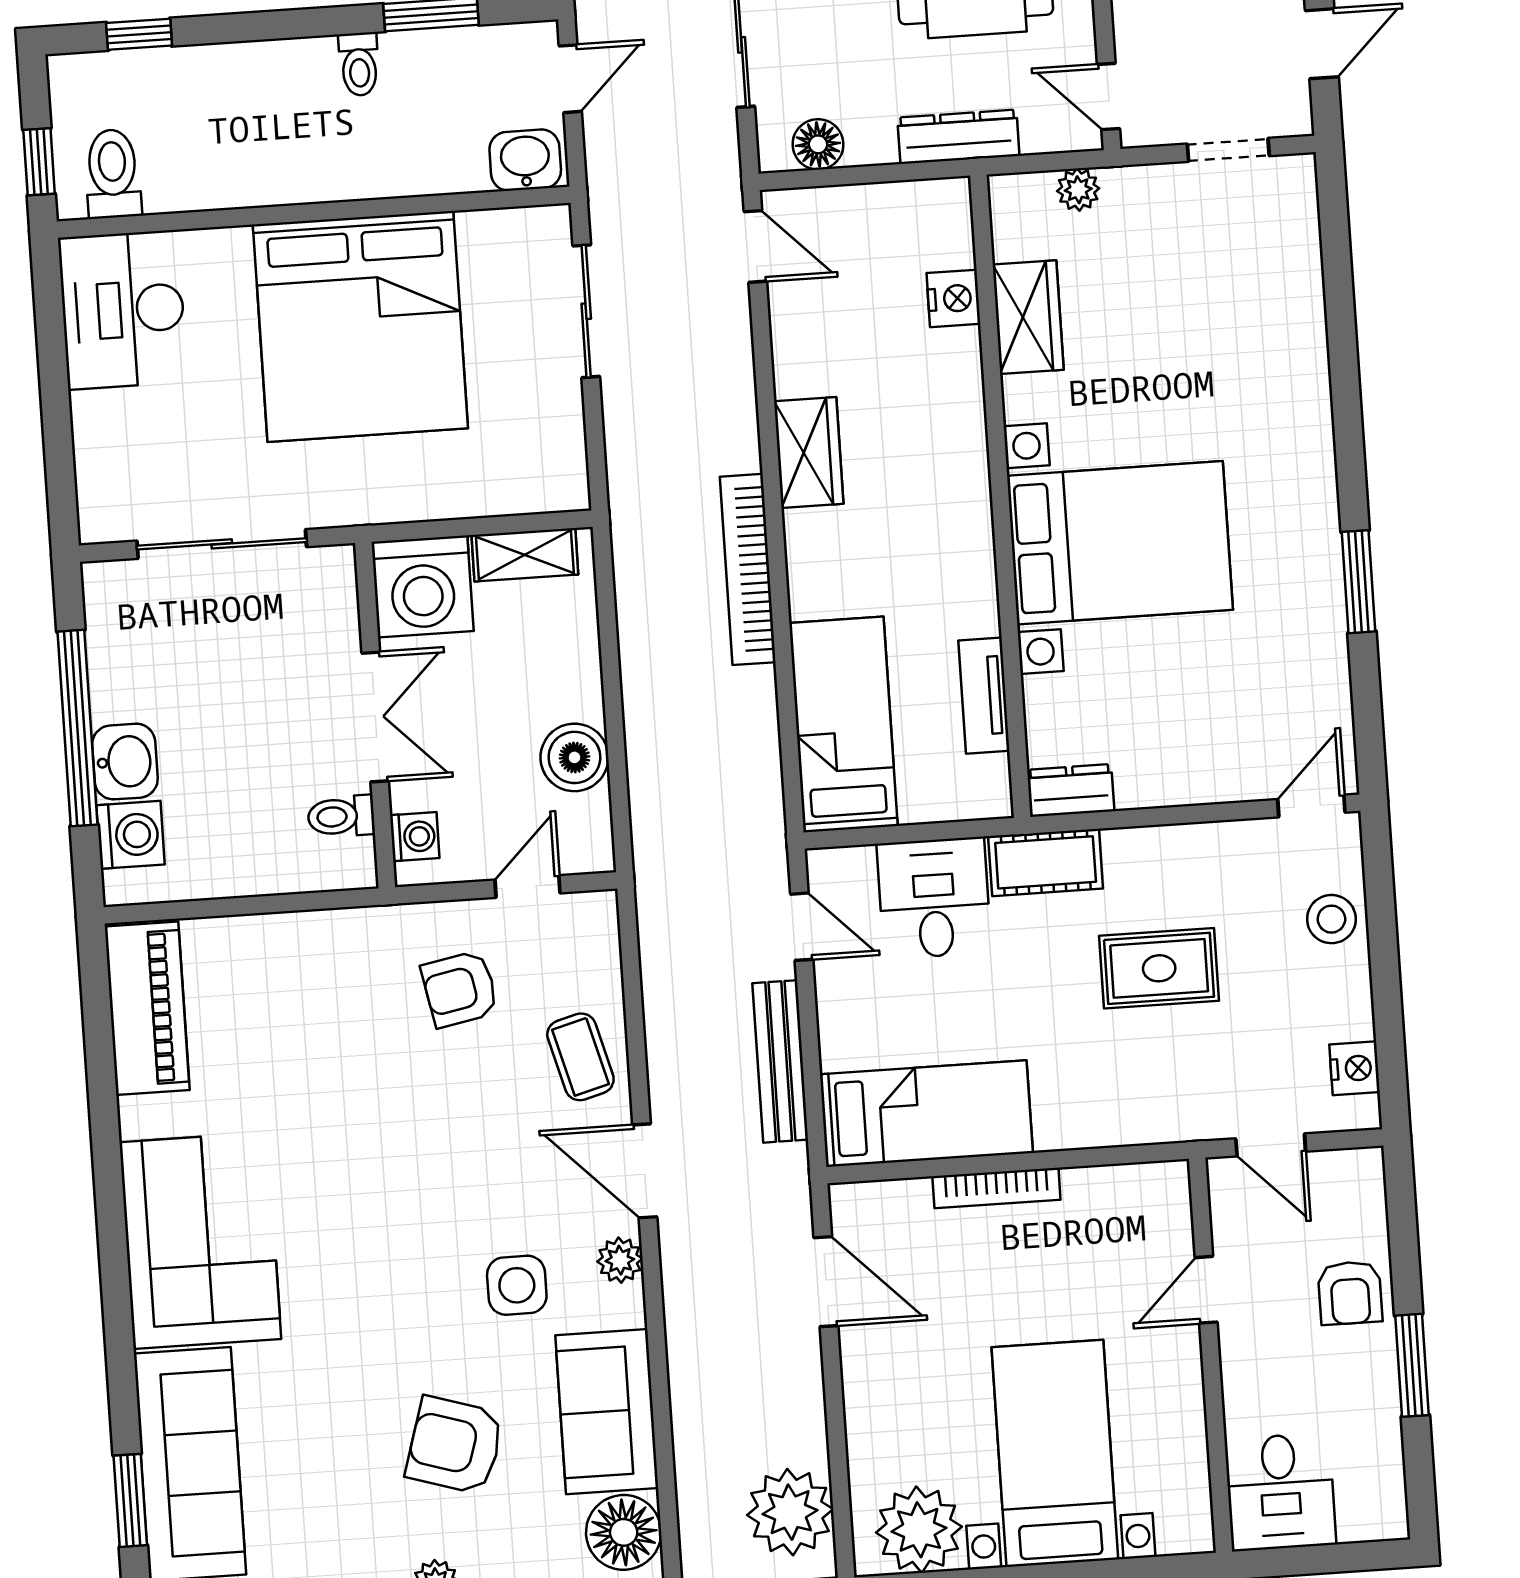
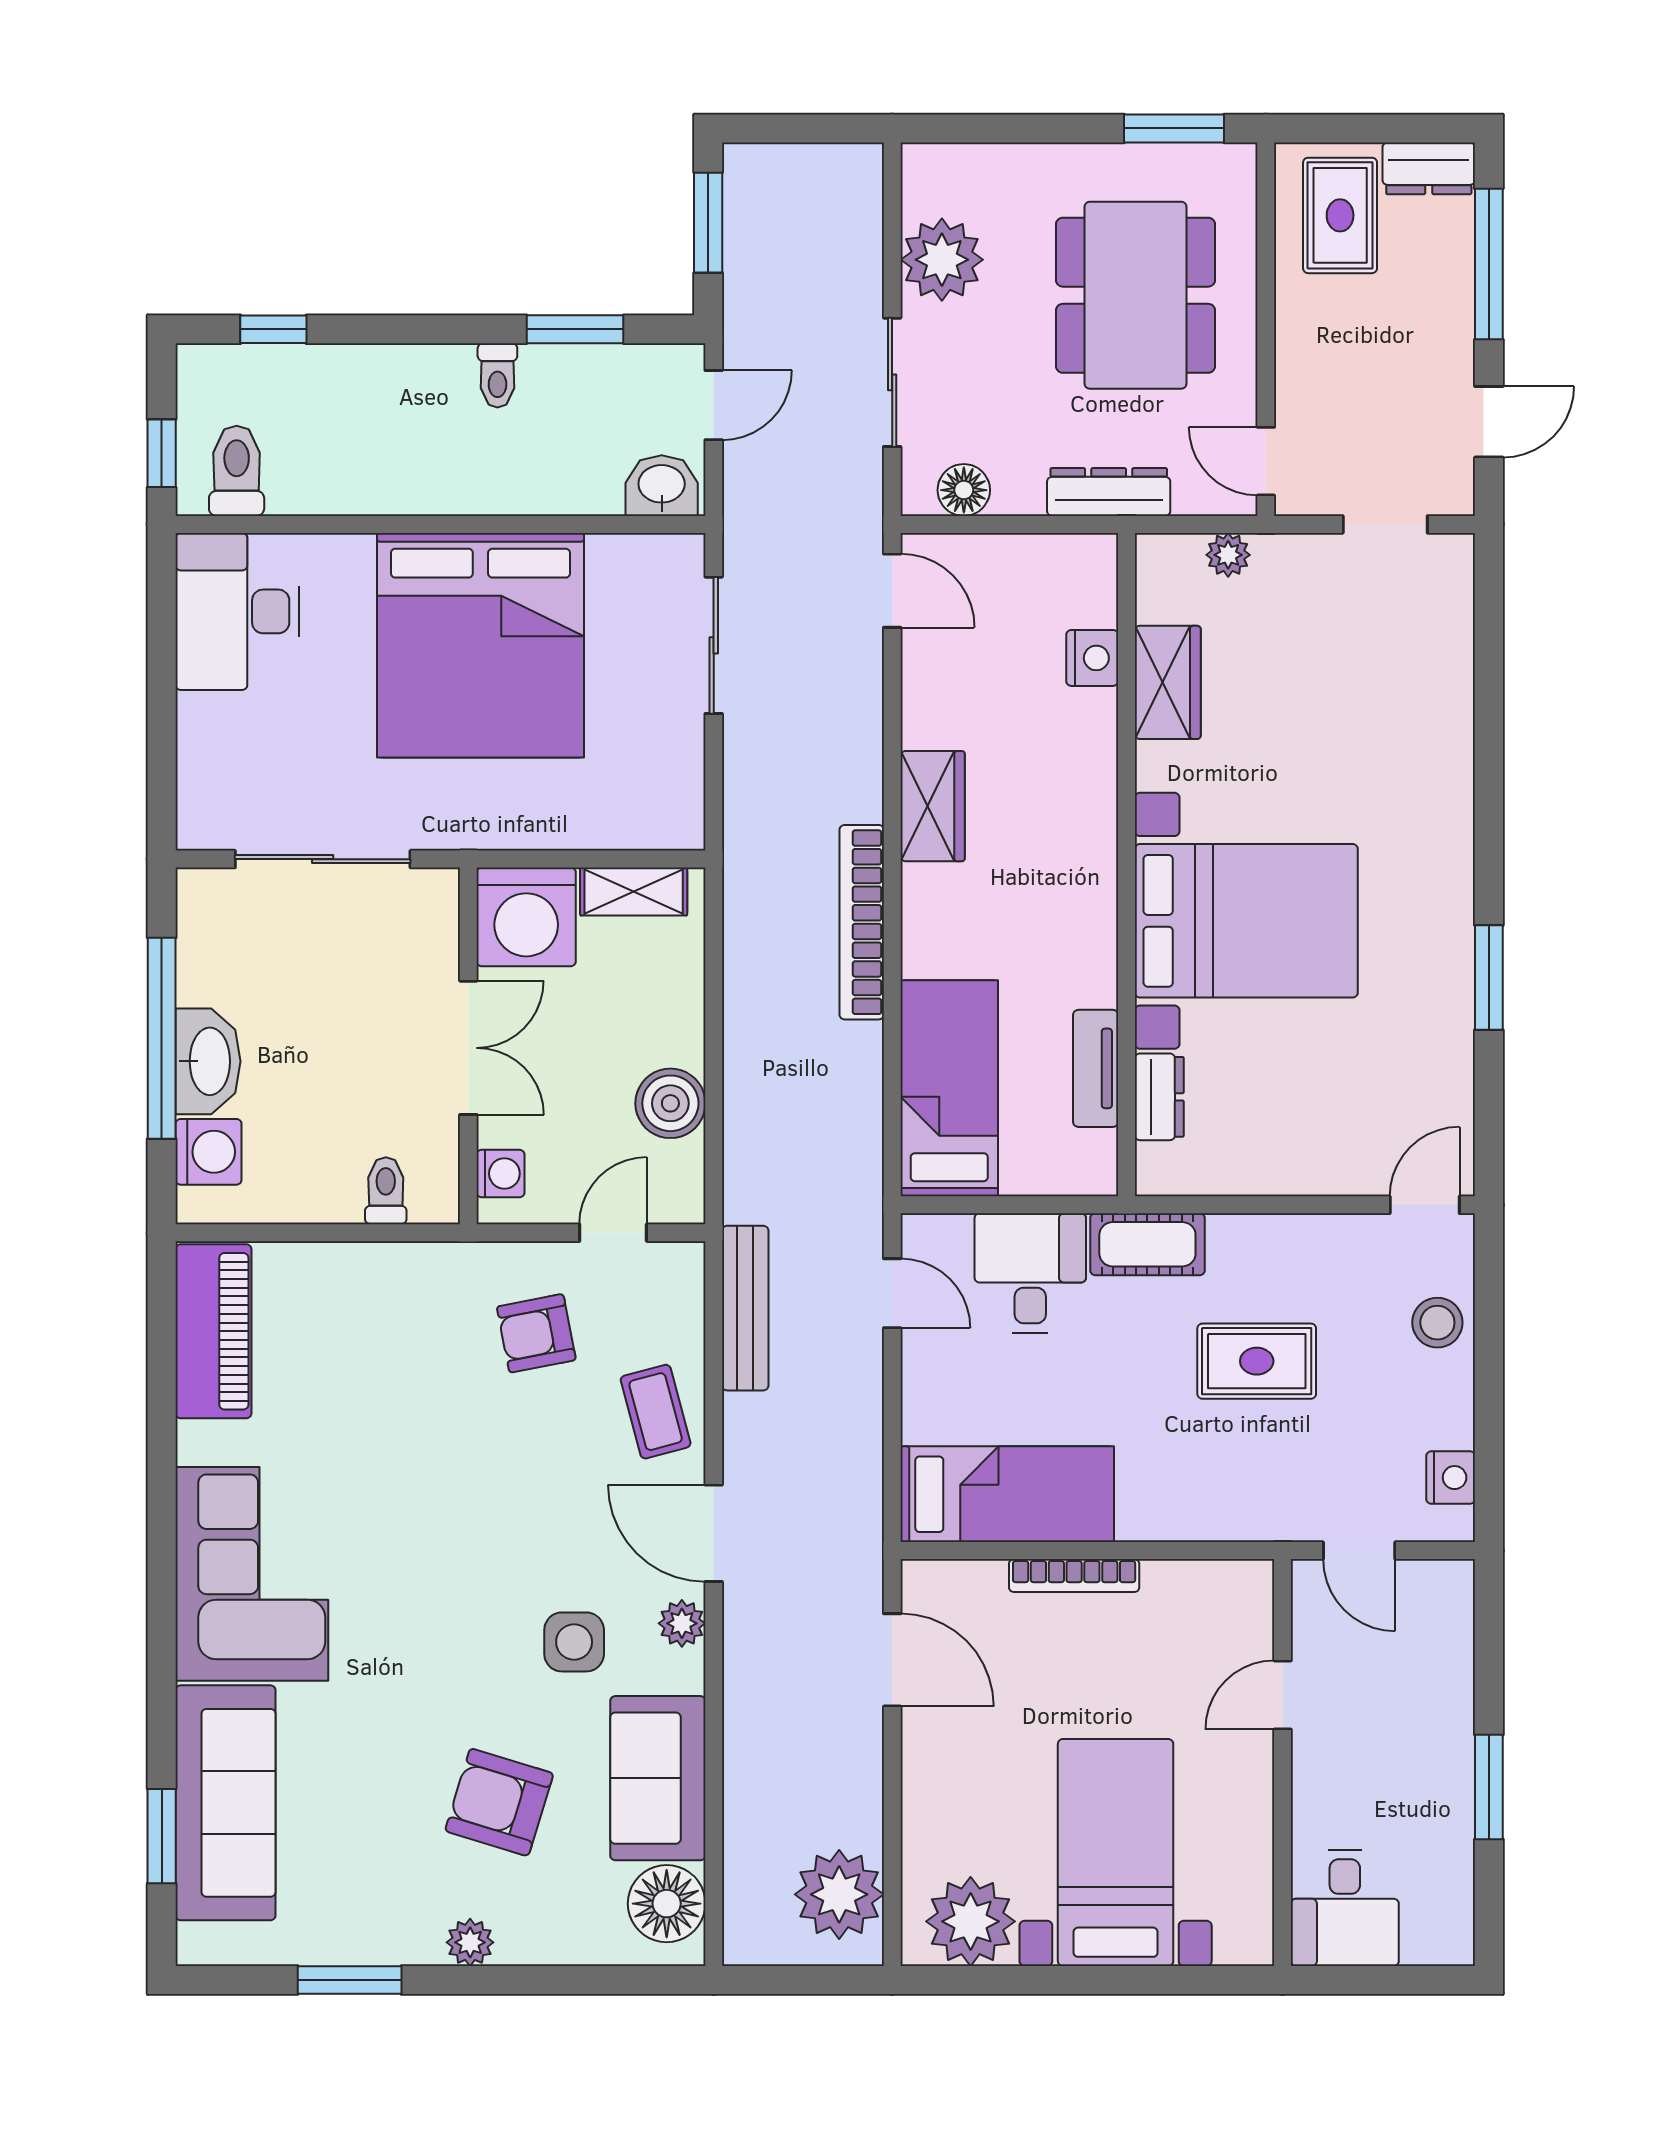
washbasin: (125, 762) -> (208, 1061), width x1.38
dresser: (1071, 790) -> (1159, 1097), moved, turned 90
toilet: (341, 816) -> (386, 1191), moved, turned 90
bench: (780, 1061) -> (745, 1308), moved
armchair: (1350, 1293) -> (1430, 1708), removed

